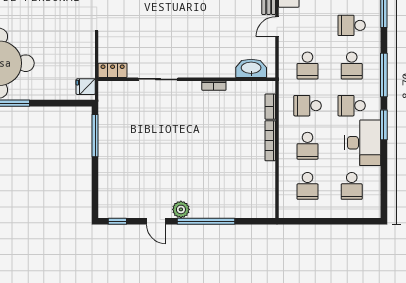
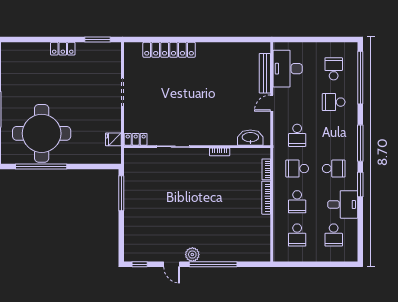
school desk: (352, 66) -> (334, 135), removed
fridge: (86, 87) -> (113, 139), moved
school desk: (352, 106) -> (334, 169), turned 180
desk: (363, 143) -> (343, 204), width x0.73

